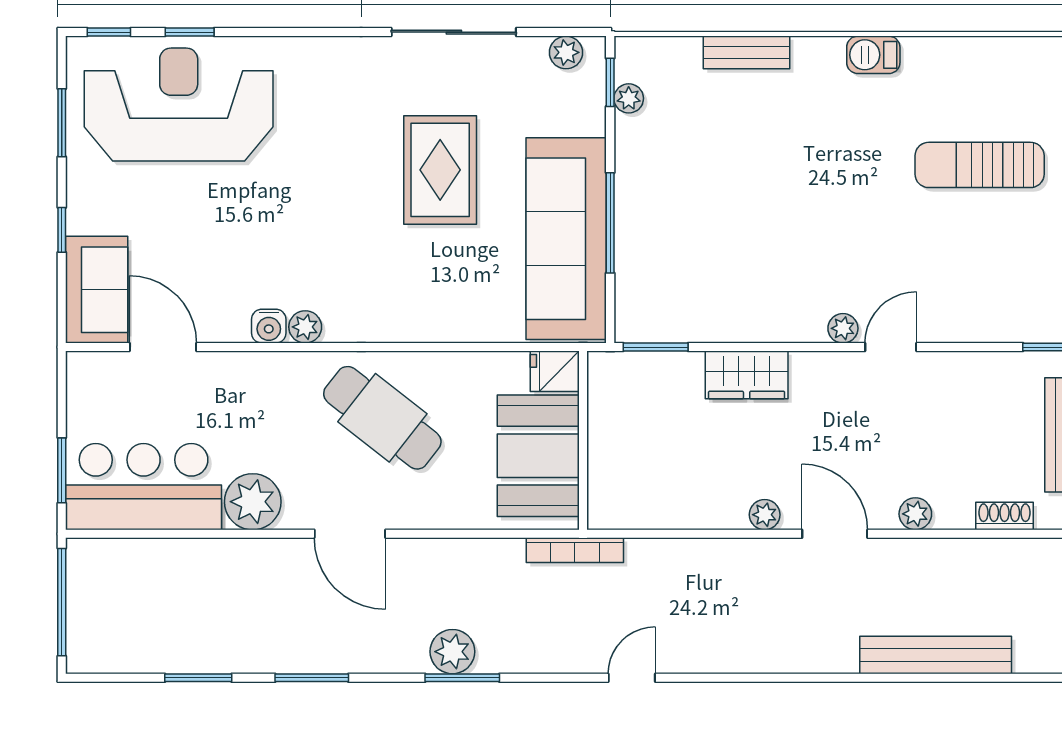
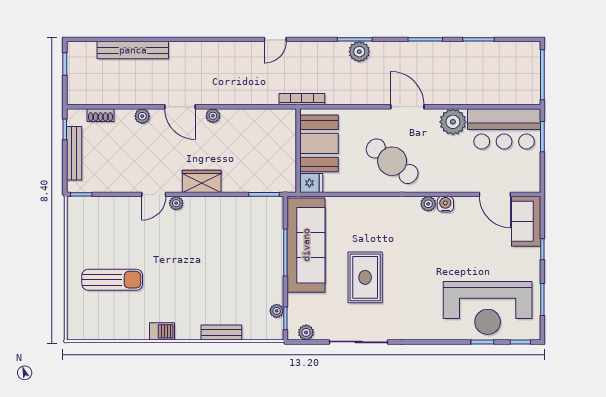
wardrobe: (747, 375) -> (202, 181), moved

